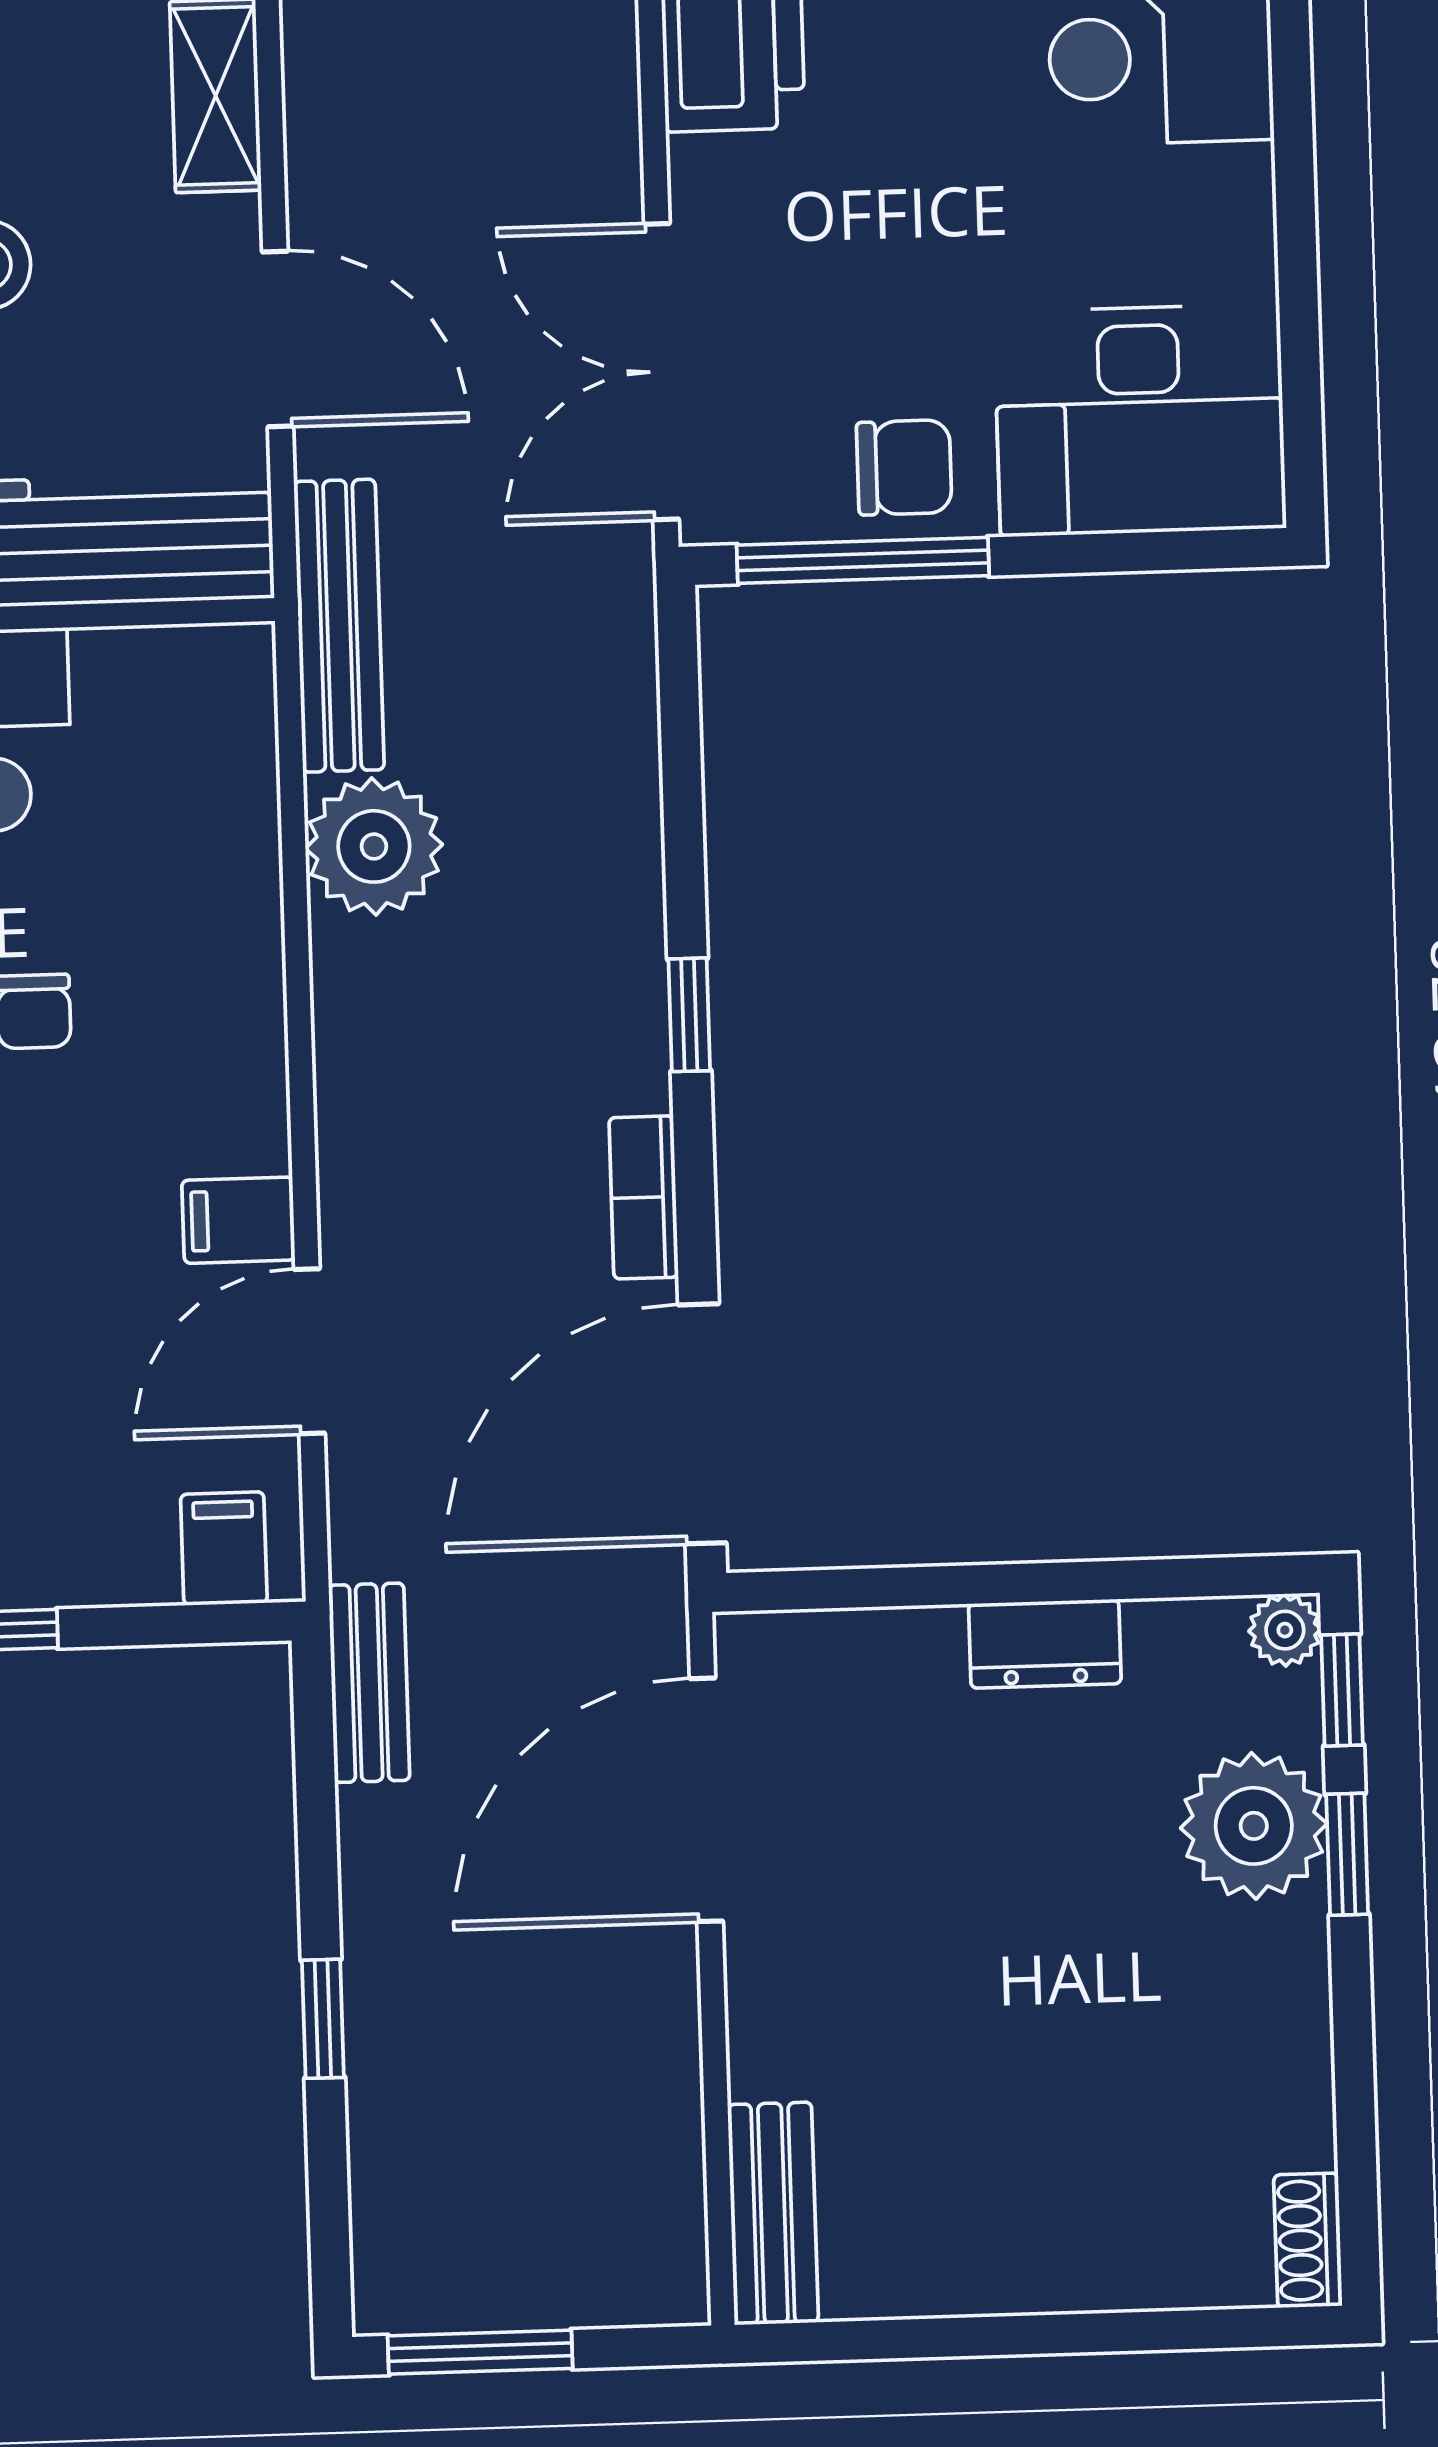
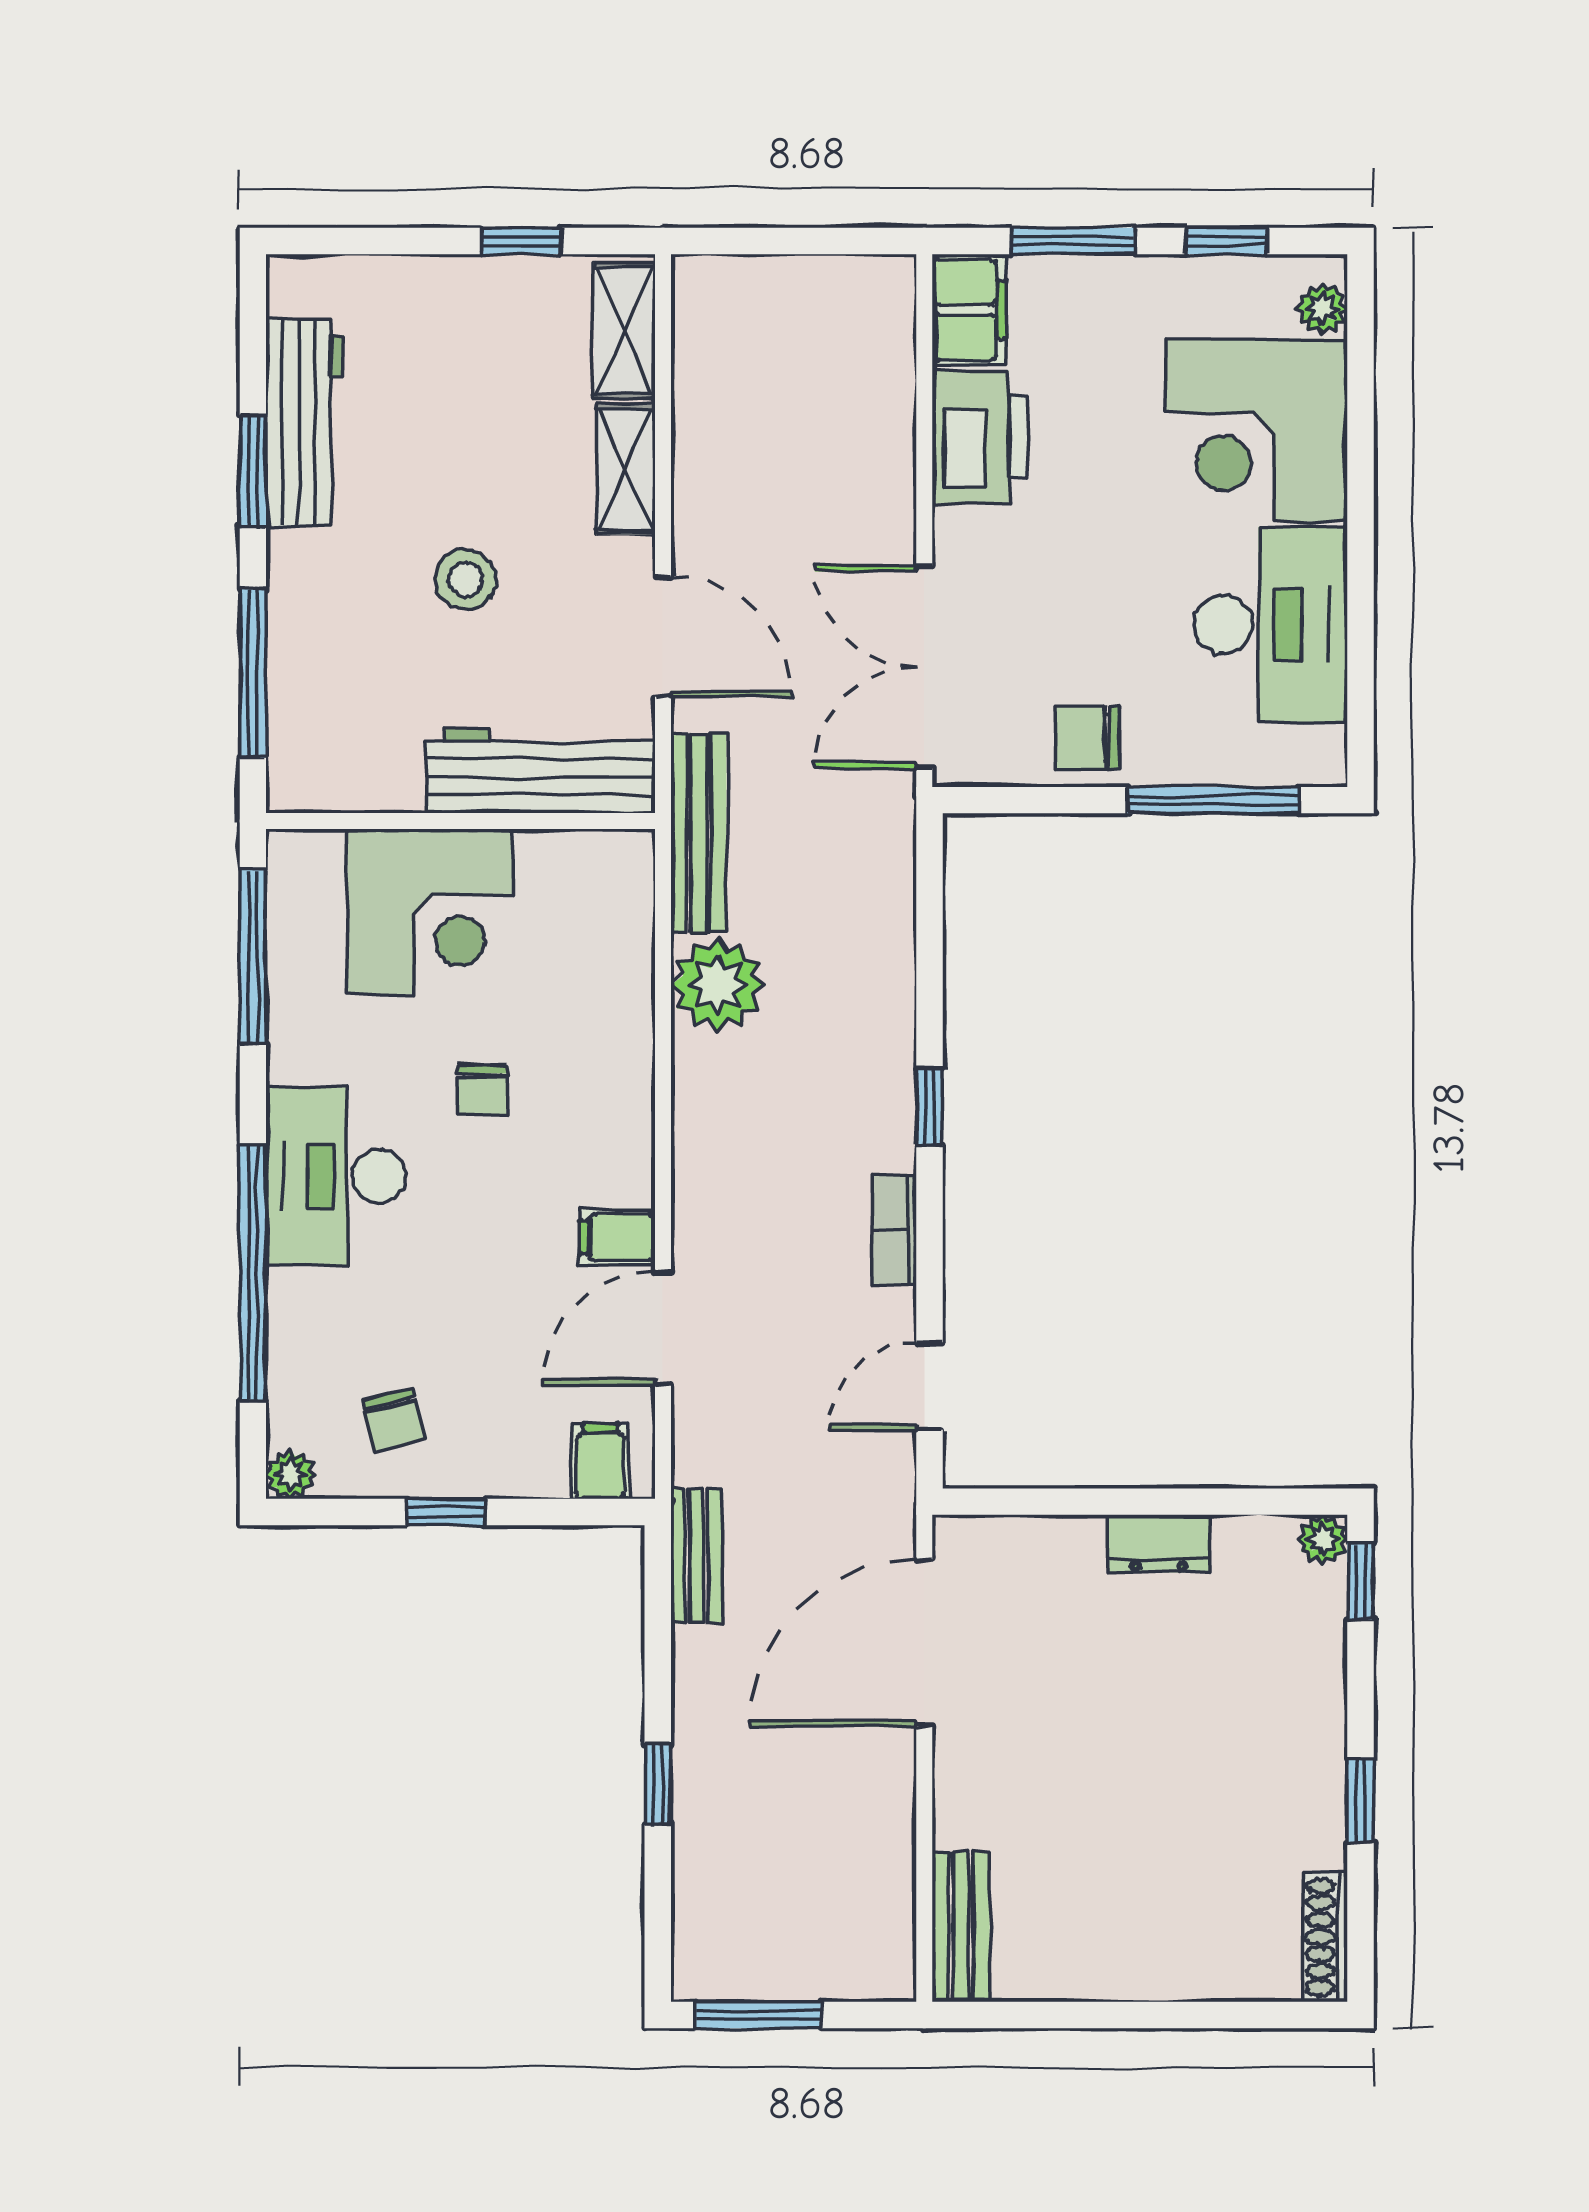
desk: (1140, 420) -> (1271, 625), moved, turned -90
chair: (904, 467) -> (1088, 738), turned 180
window: (863, 560) -> (1213, 800), moved
door: (702, 1424) -> (929, 1386), width x0.53
plant: (1254, 1826) -> (1297, 1672), removed
window: (1347, 1854) -> (1361, 1801), moved
shoe rack: (1308, 2240) -> (1325, 1937), width x1.43

